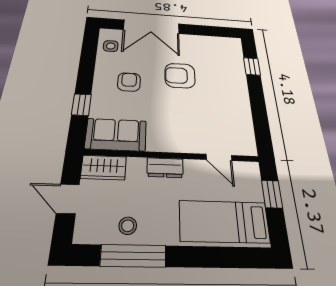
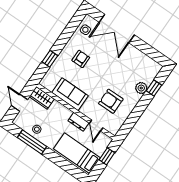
plant: (237, 75) -> (141, 88), added
armchair: (180, 76) -> (111, 101), moved
sofa: (116, 135) -> (70, 94), moved
dresser: (165, 168) -> (79, 122), moved

